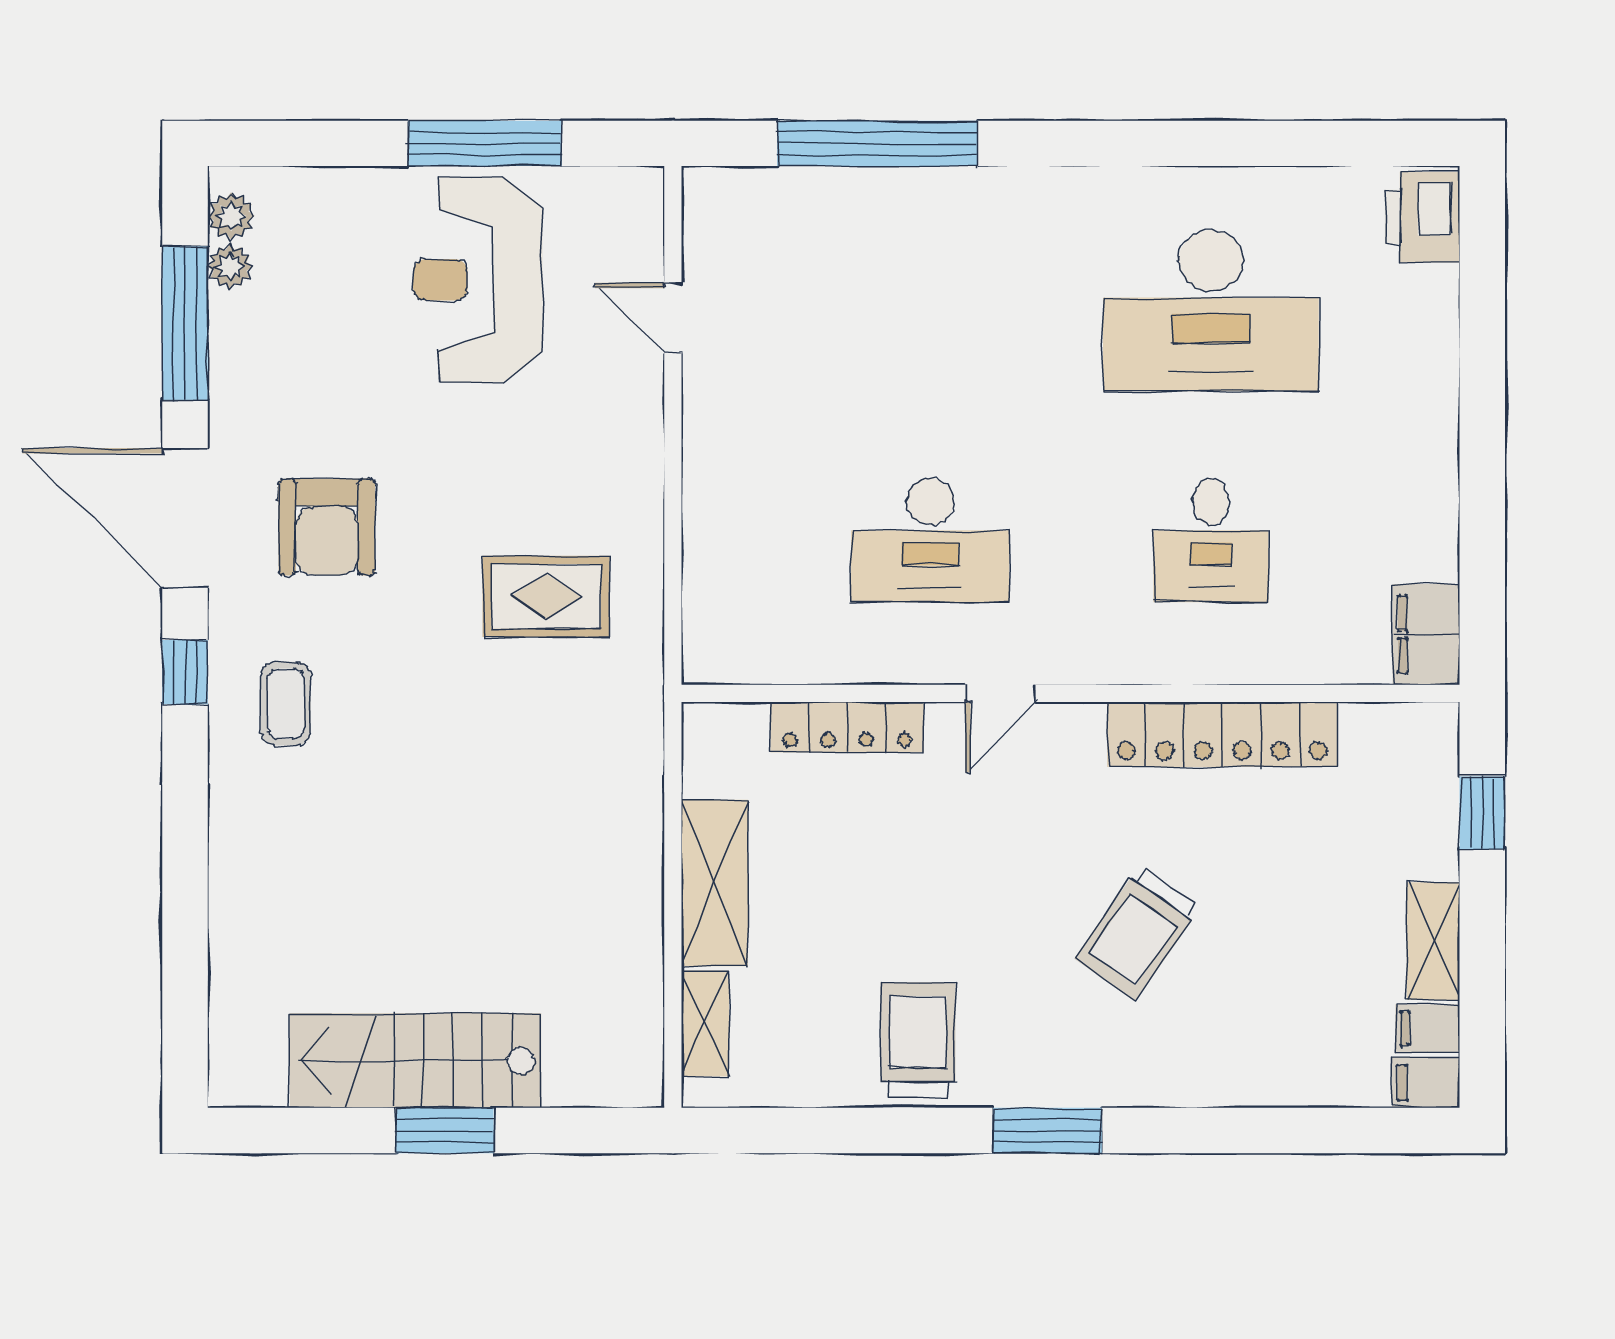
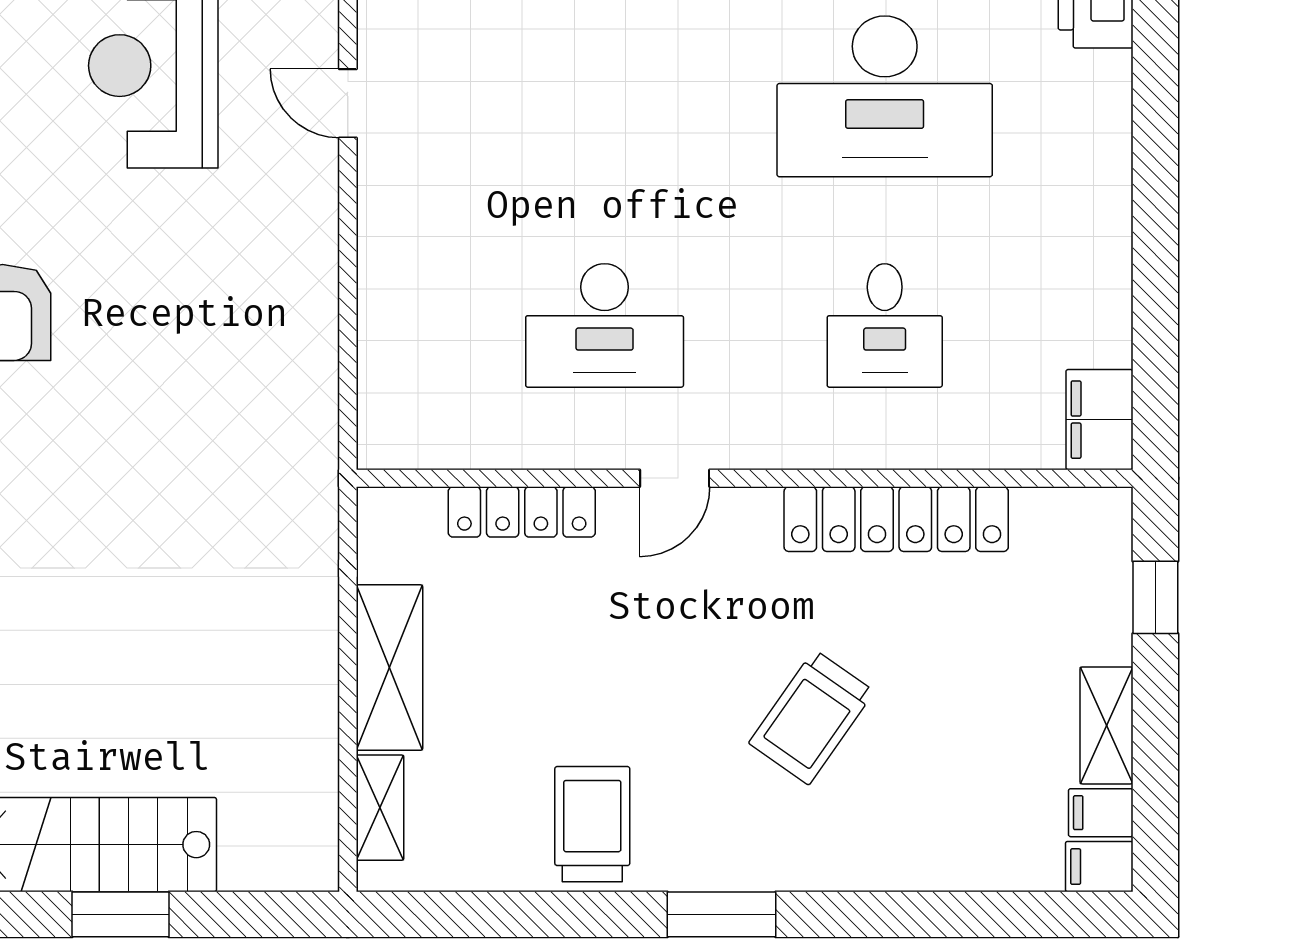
rug: (546, 596) -> (221, 382), removed

